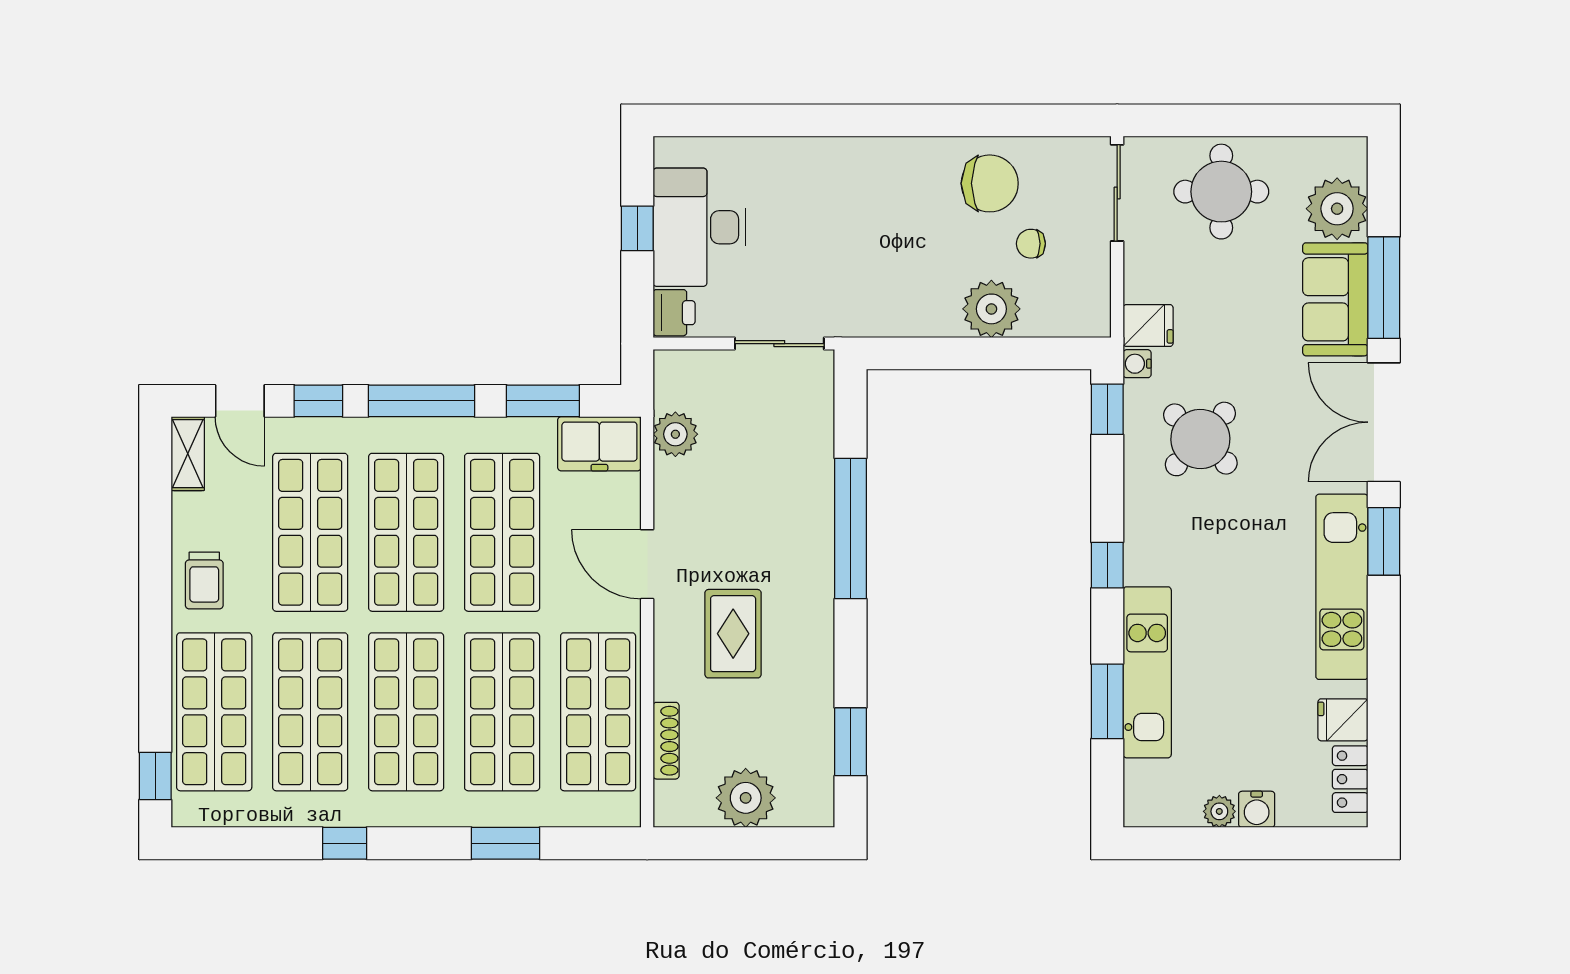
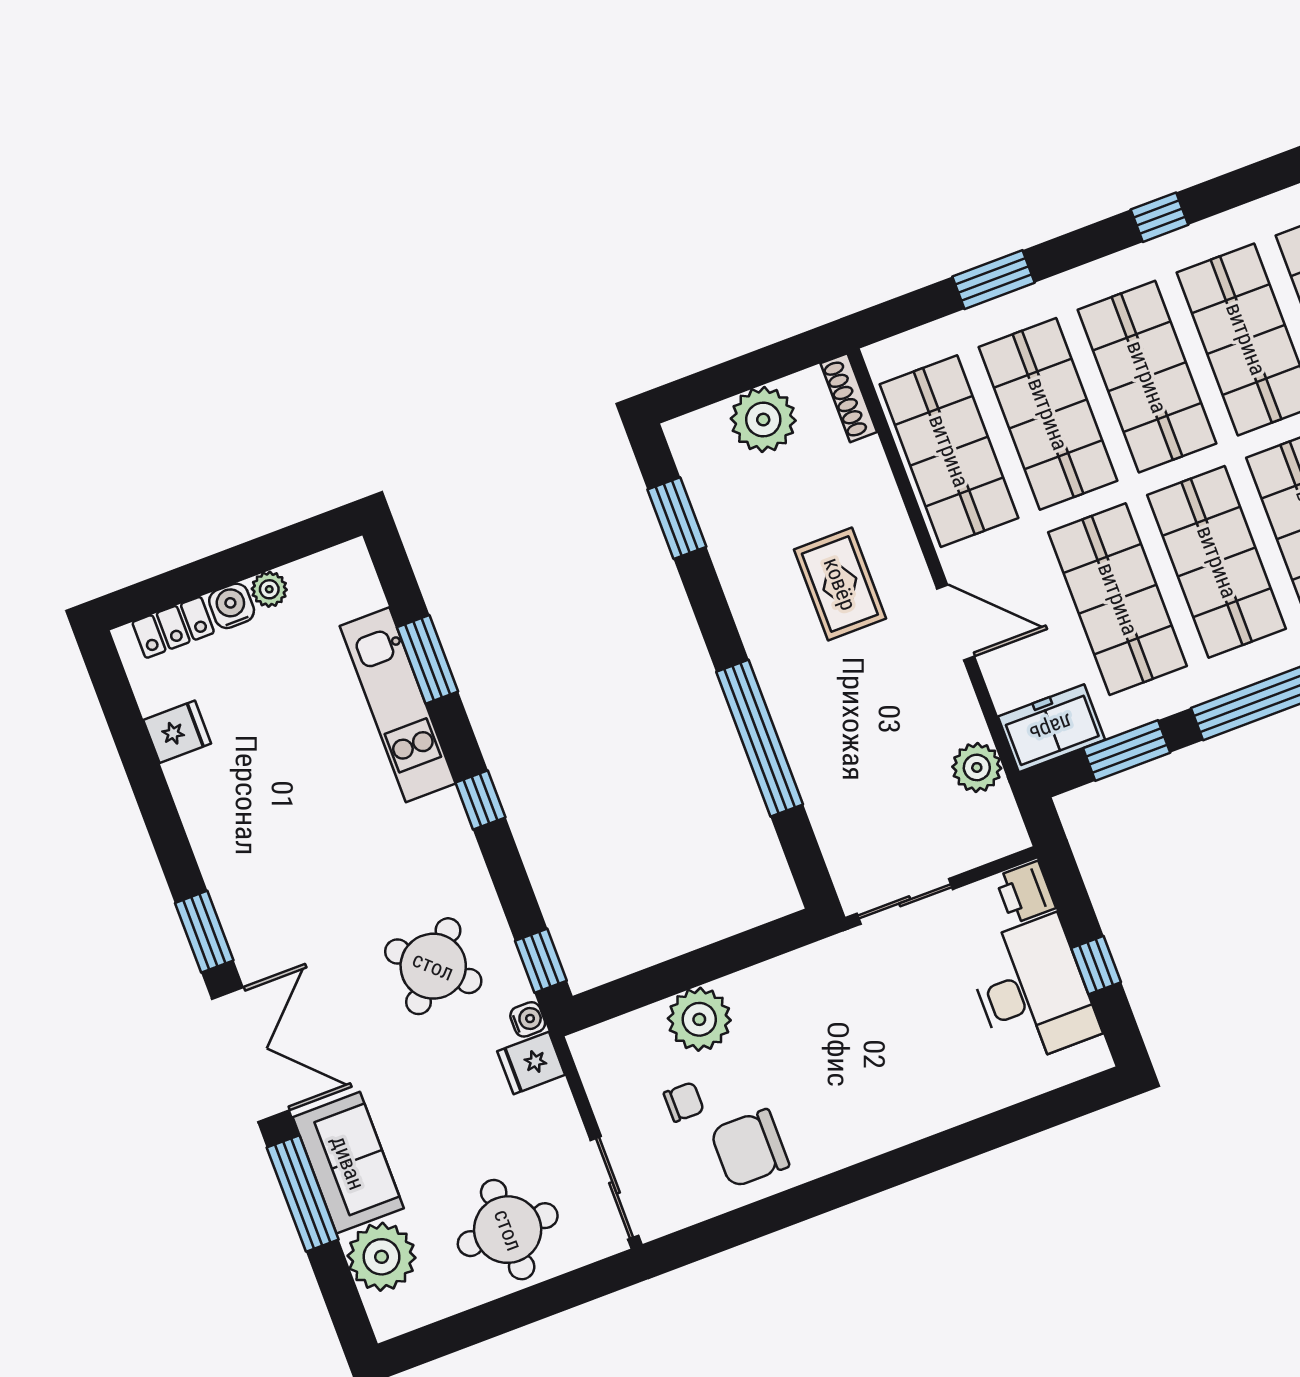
kitchen unit: (1342, 587) -> (230, 869), removed
shoe rack: (666, 741) -> (849, 398), moved
locker: (1350, 779) -> (173, 627), moved, turned 90

